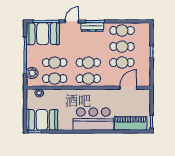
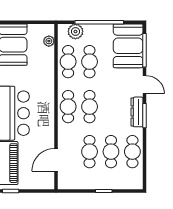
door: (128, 88) -> (56, 160), swing flipped

